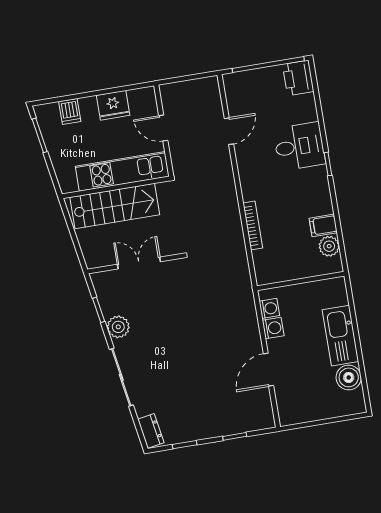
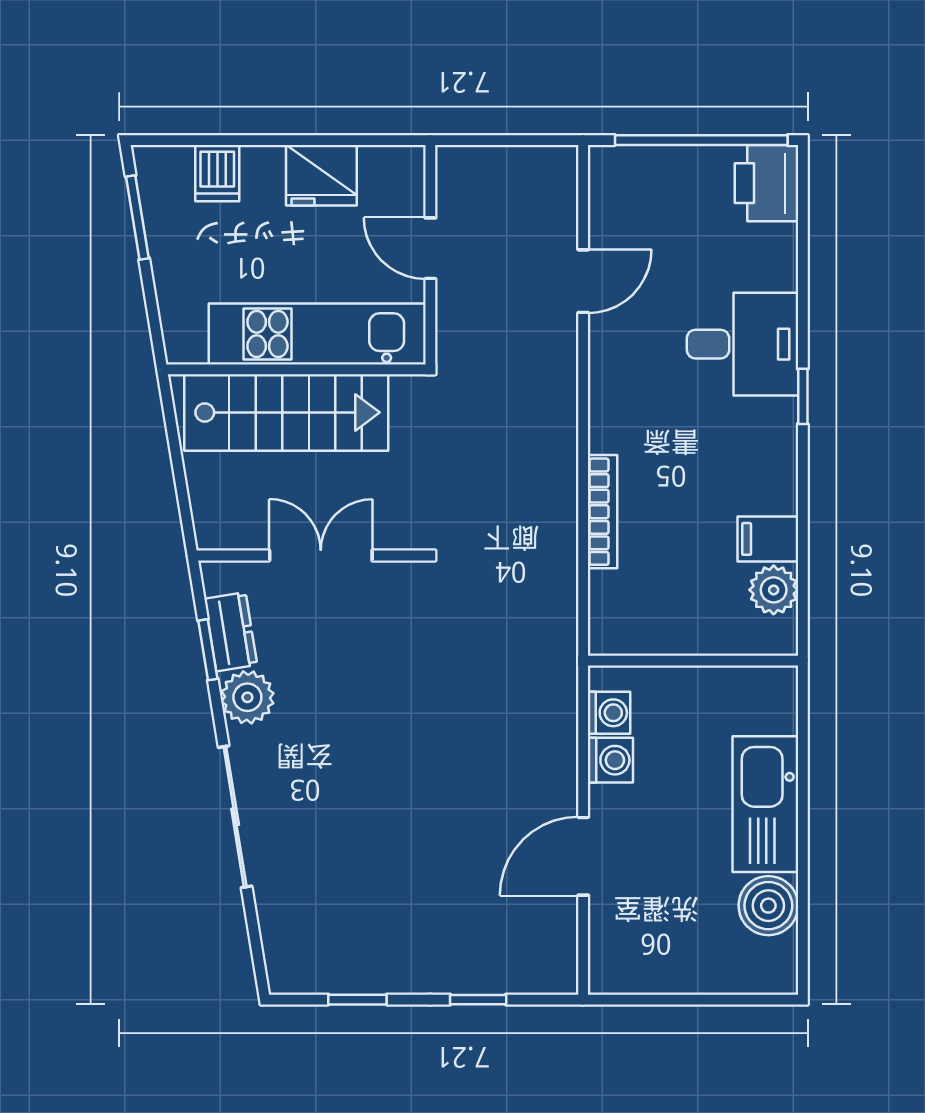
dresser: (151, 431) -> (231, 632), moved

